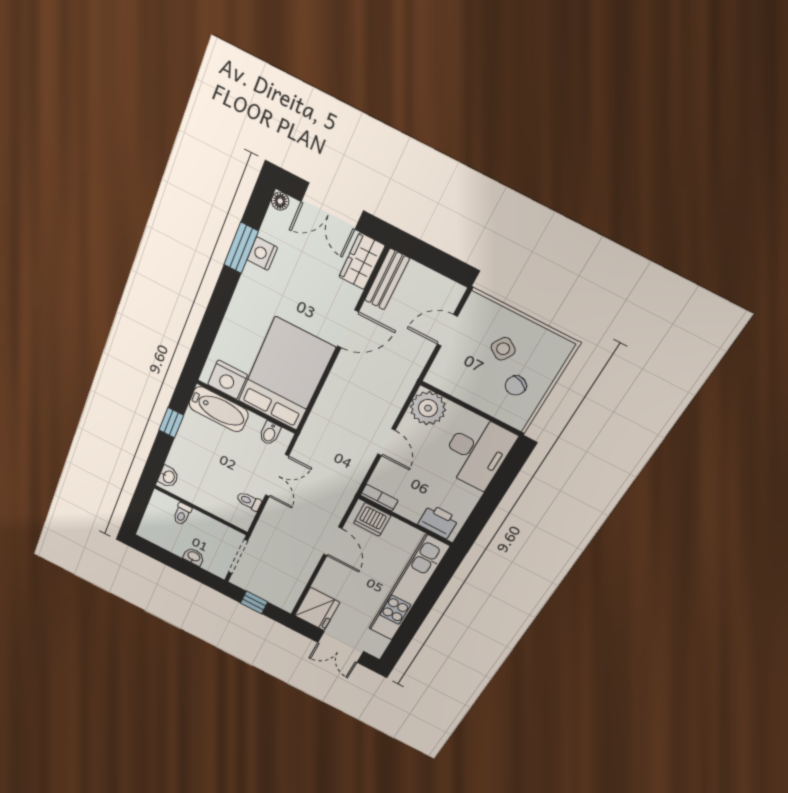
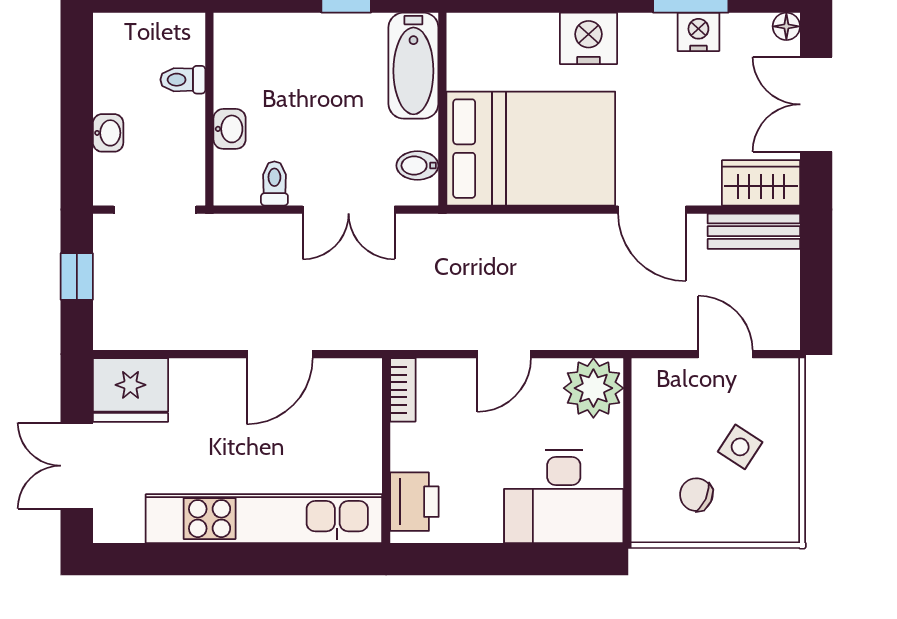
nightstand: (228, 380) -> (588, 38), moved, turned 90
washbasin: (168, 477) -> (230, 129), moved, turned -90
dishwasher: (372, 519) -> (358, 398), removed

